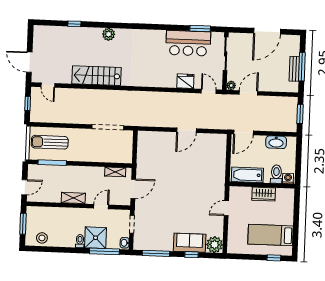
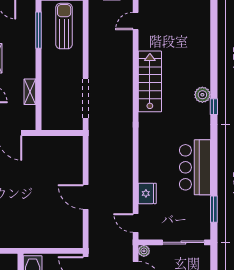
window: (74, 24) -> (214, 107), moved
bar counter: (188, 43) -> (195, 167), moved
door: (209, 91) -> (136, 223), swing flipped
shelving: (115, 172) -> (30, 92), moved

